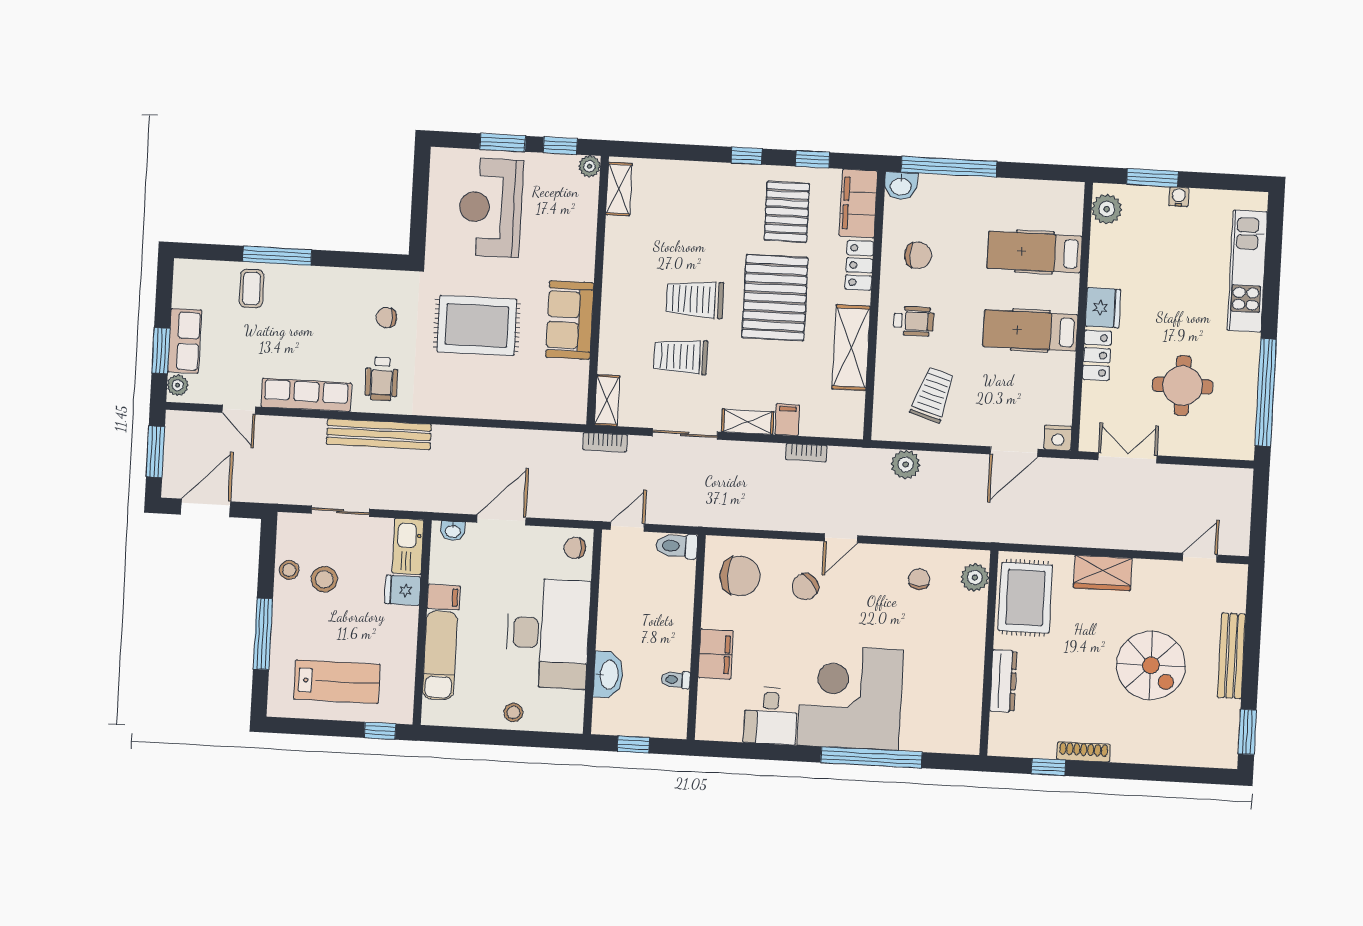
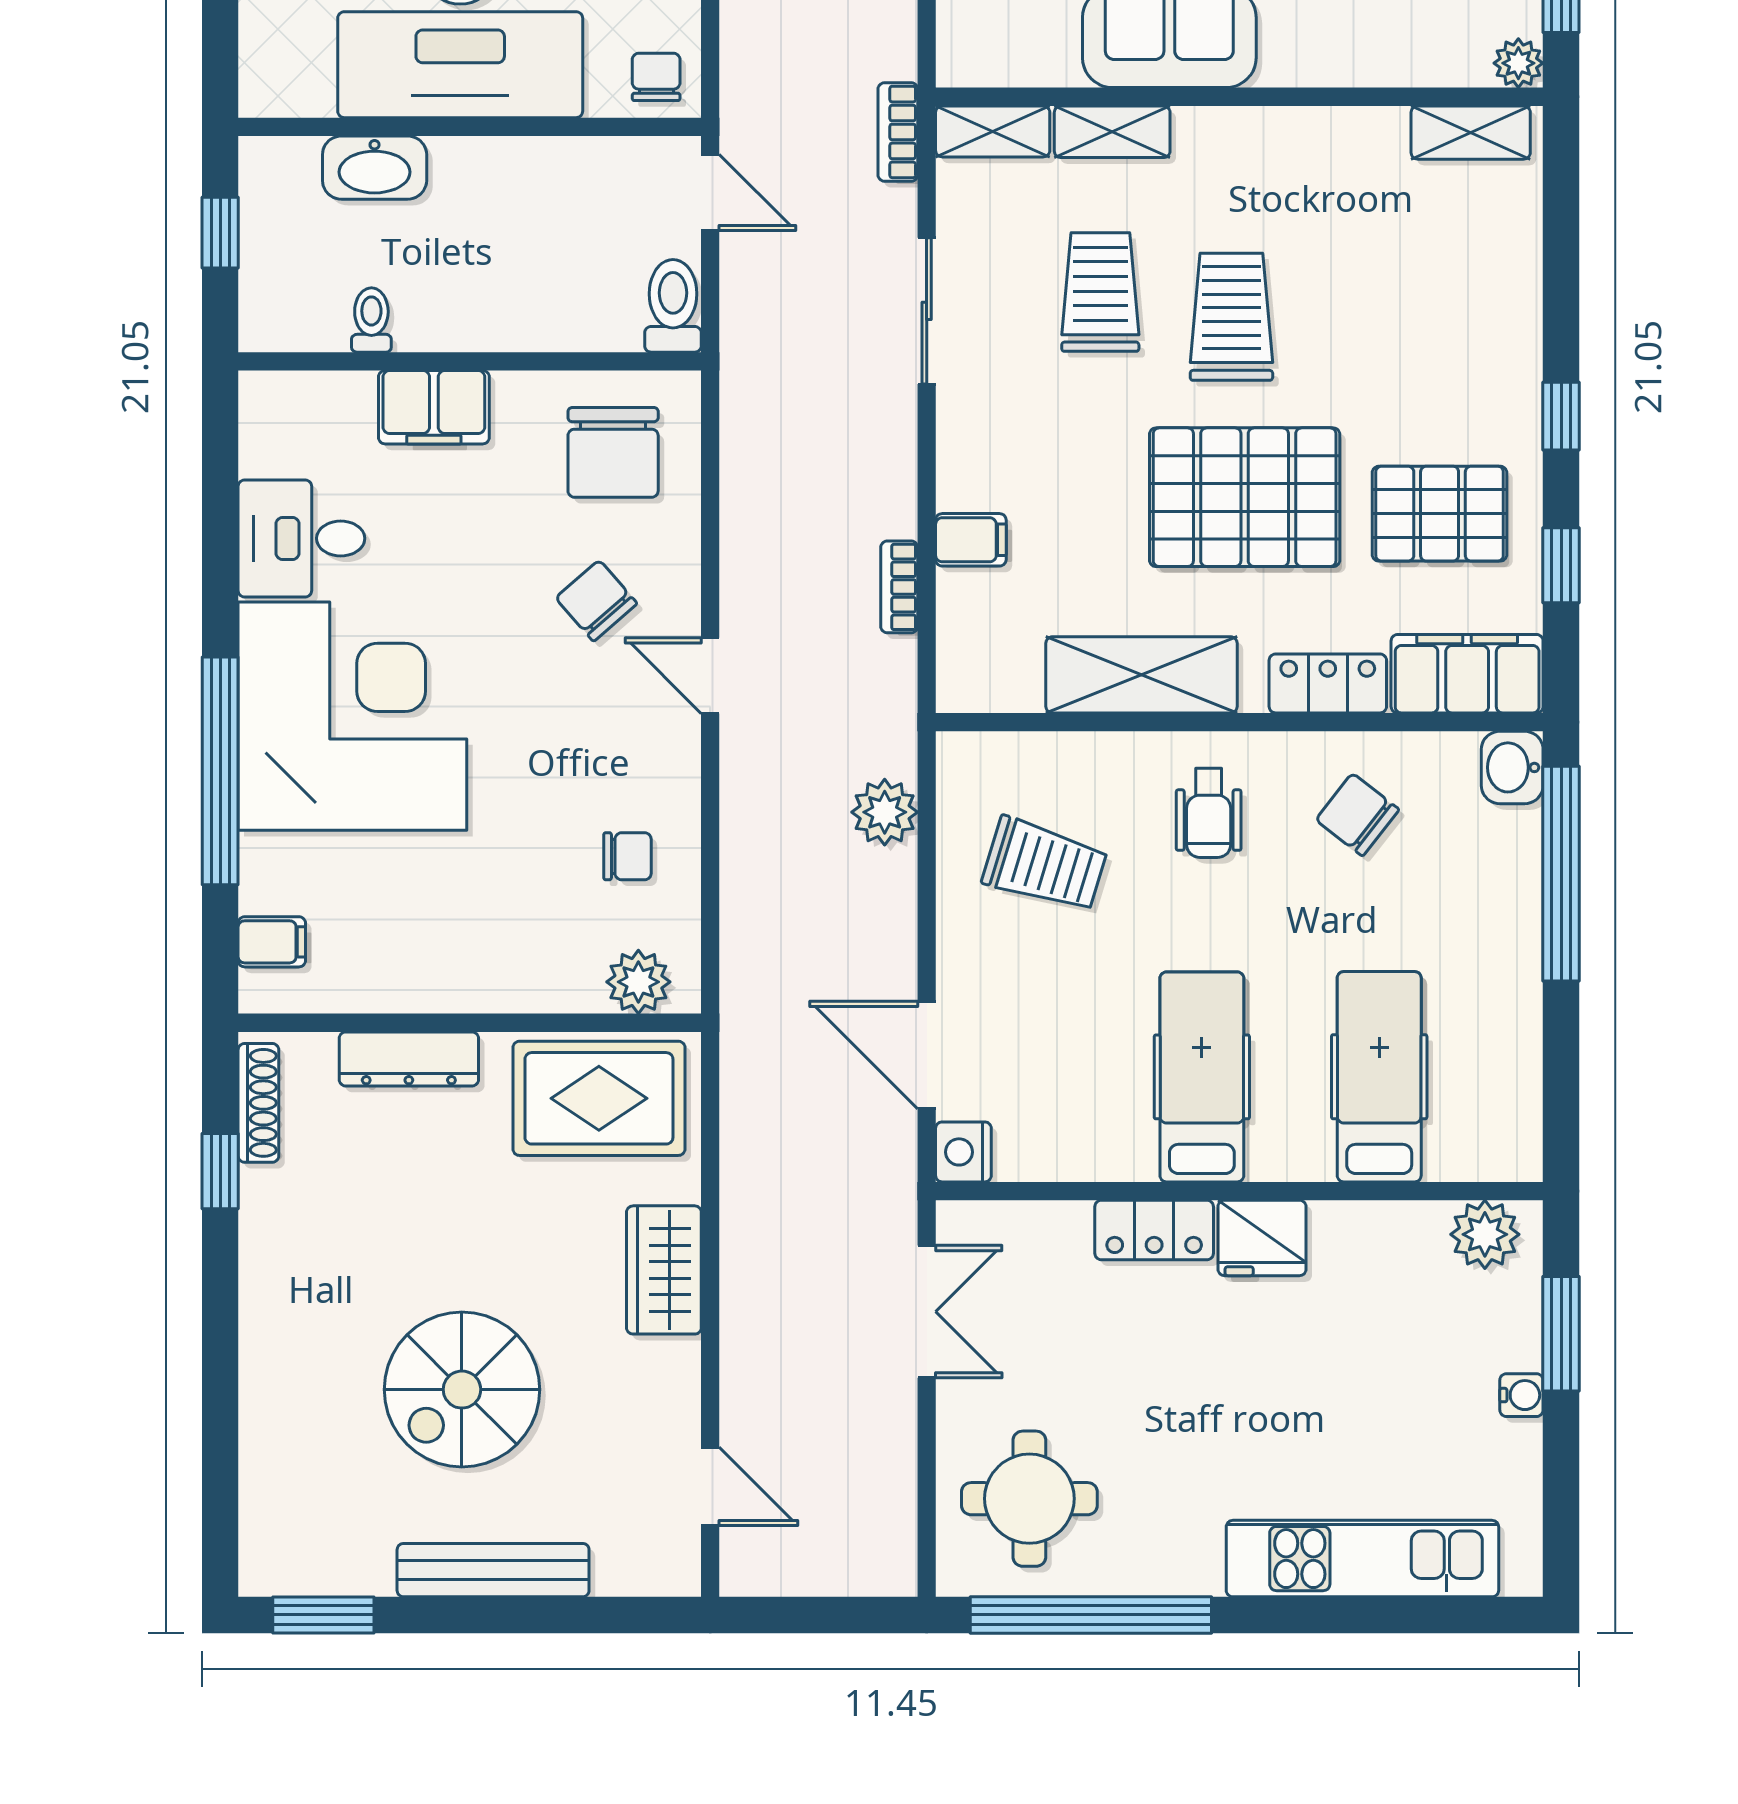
chair: (918, 255) -> (1357, 815), turned 128
round table: (1183, 386) -> (1029, 1499), moved
shelving: (748, 422) -> (1112, 132), moved, turned 90
filing cabinet: (948, 739) -> (272, 942), added
shoe rack: (1084, 752) -> (258, 1103), moved

